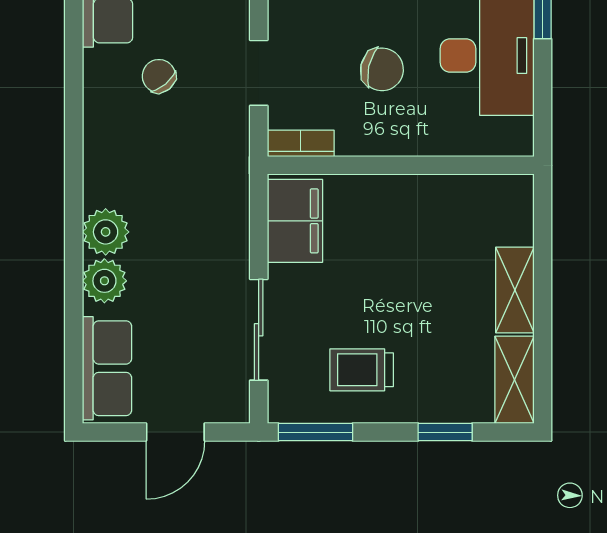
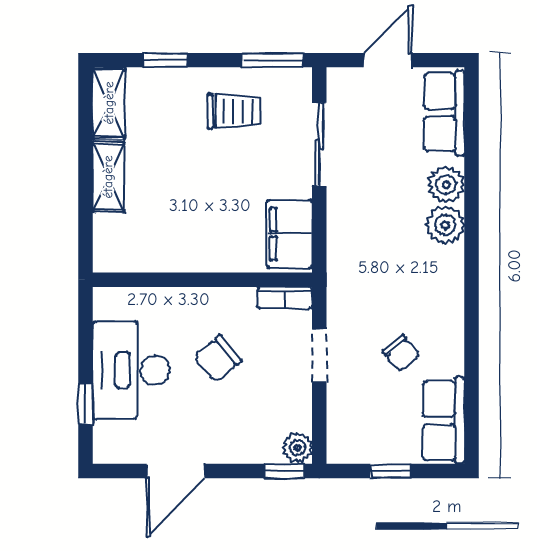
chair: (382, 69) -> (218, 359), turned -52

